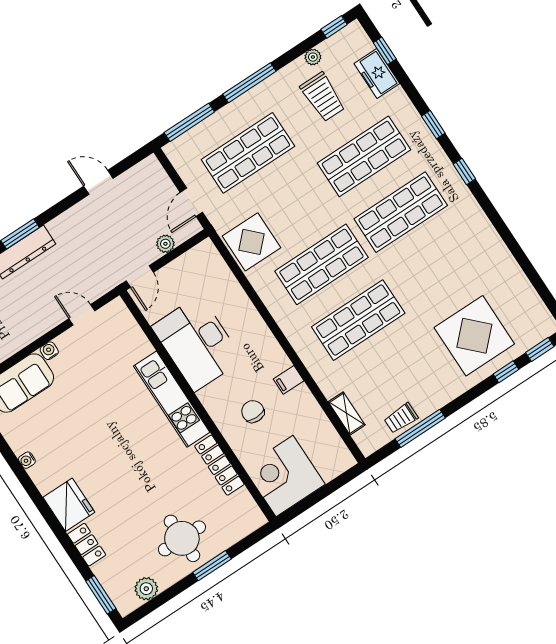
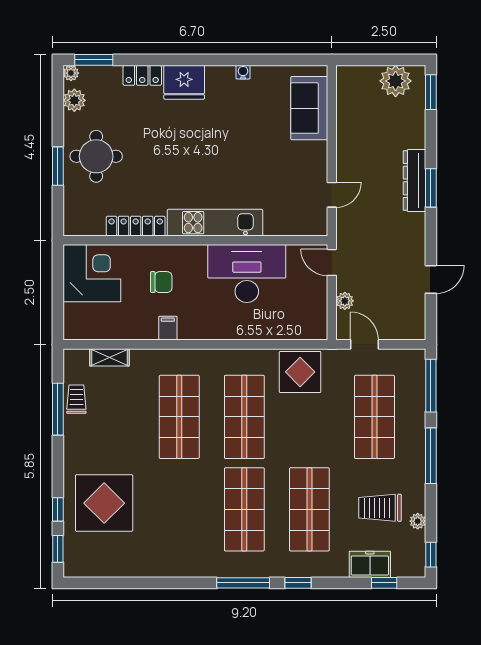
window: (464, 172) -> (243, 583), width x2.17
water cooler: (49, 351) -> (320, 149), removed
plant: (125, 607) -> (71, 73), added

